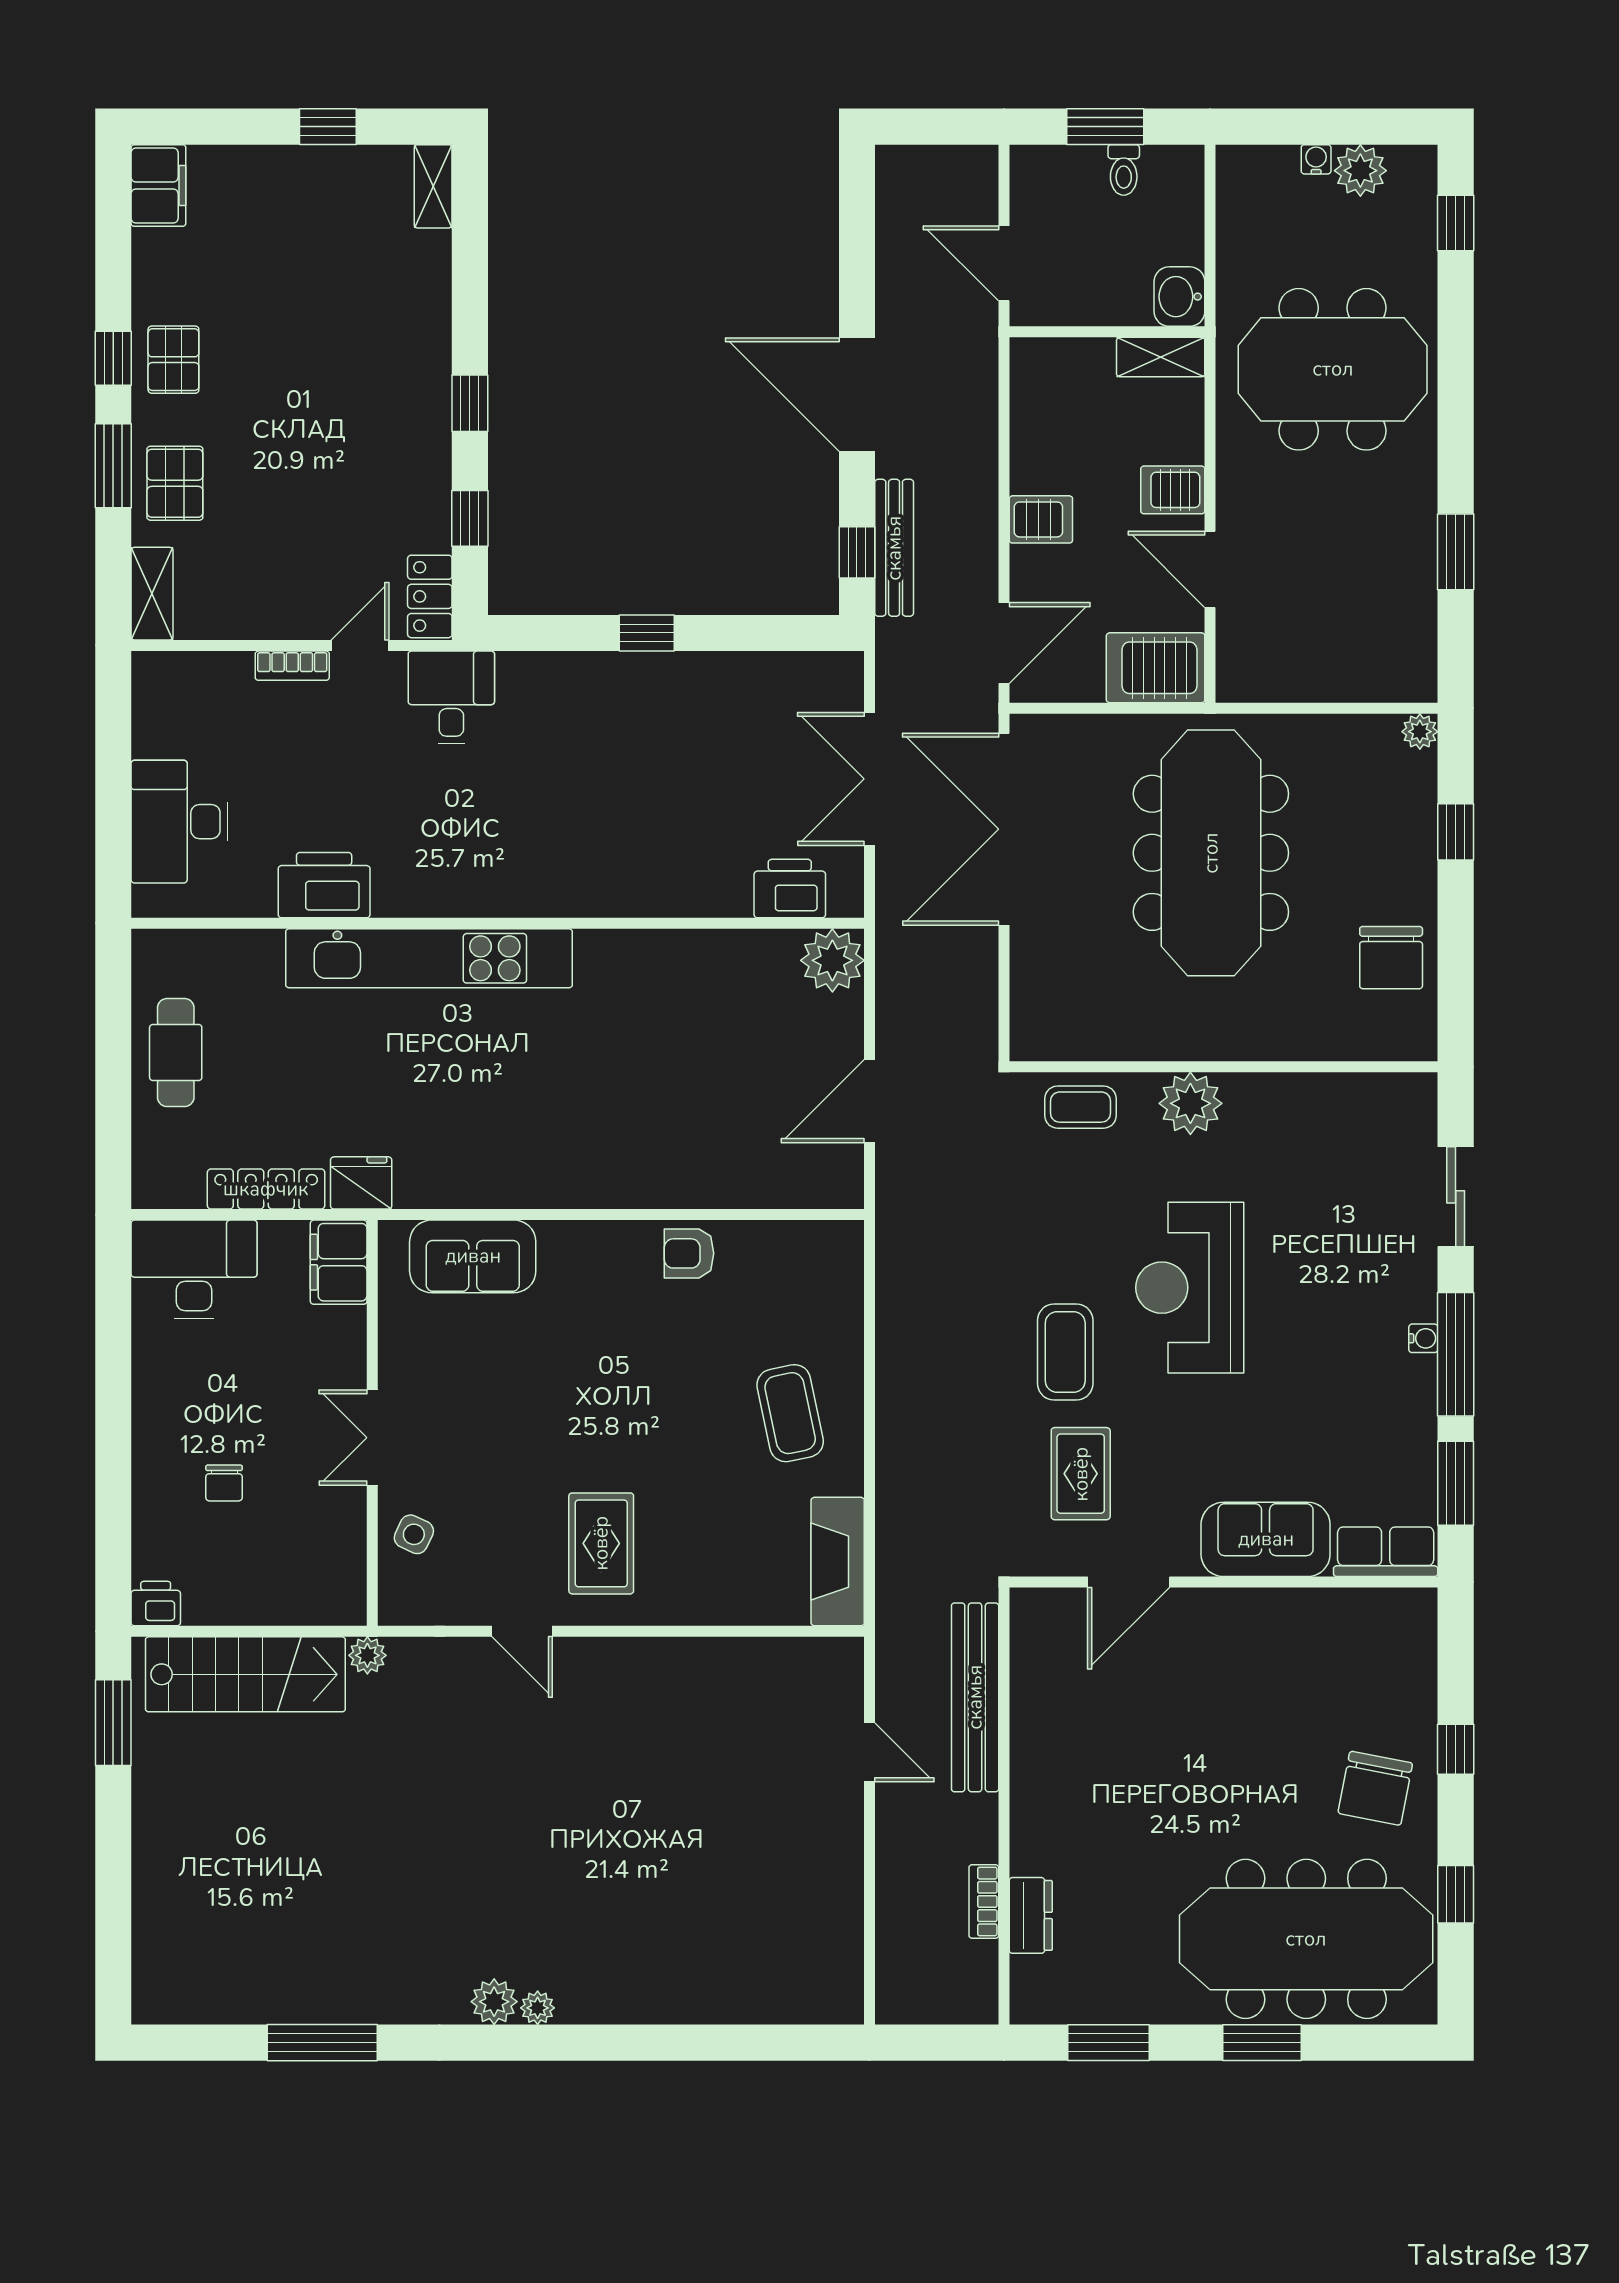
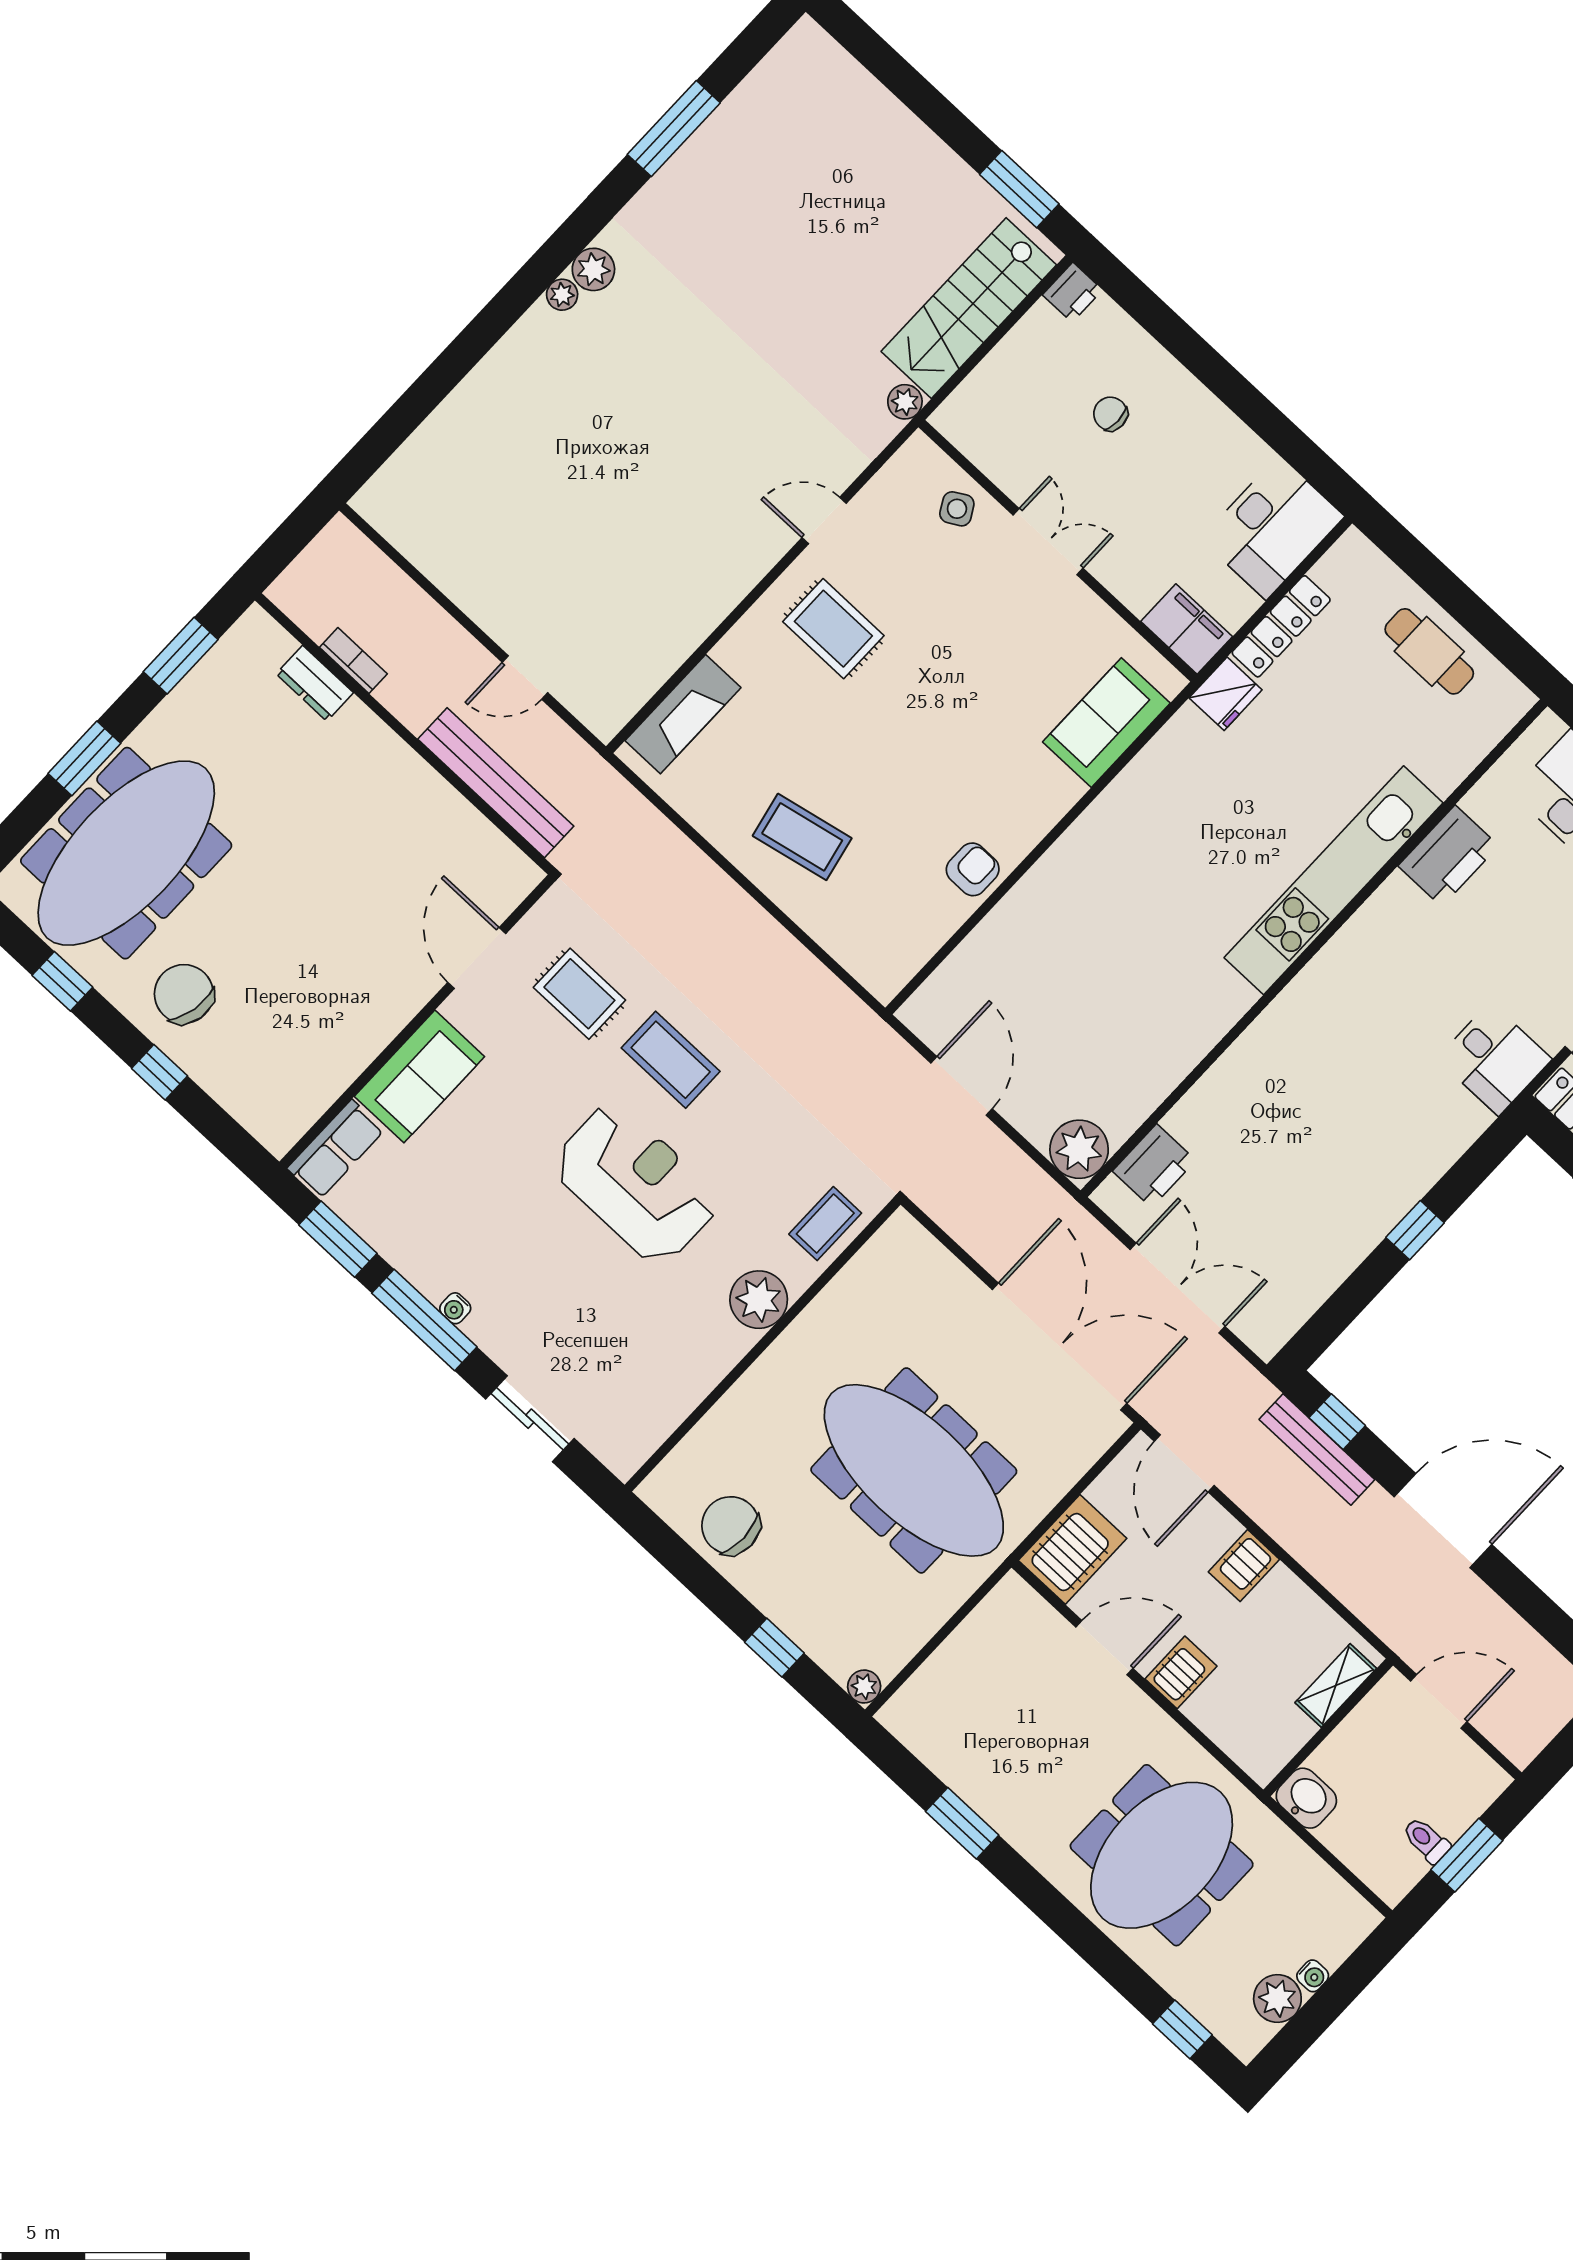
shelving: (1161, 357) -> (1336, 1686), moved
side table: (414, 1534) -> (957, 509), turned 35
fireplace: (838, 1562) -> (683, 714), moved, turned 90

